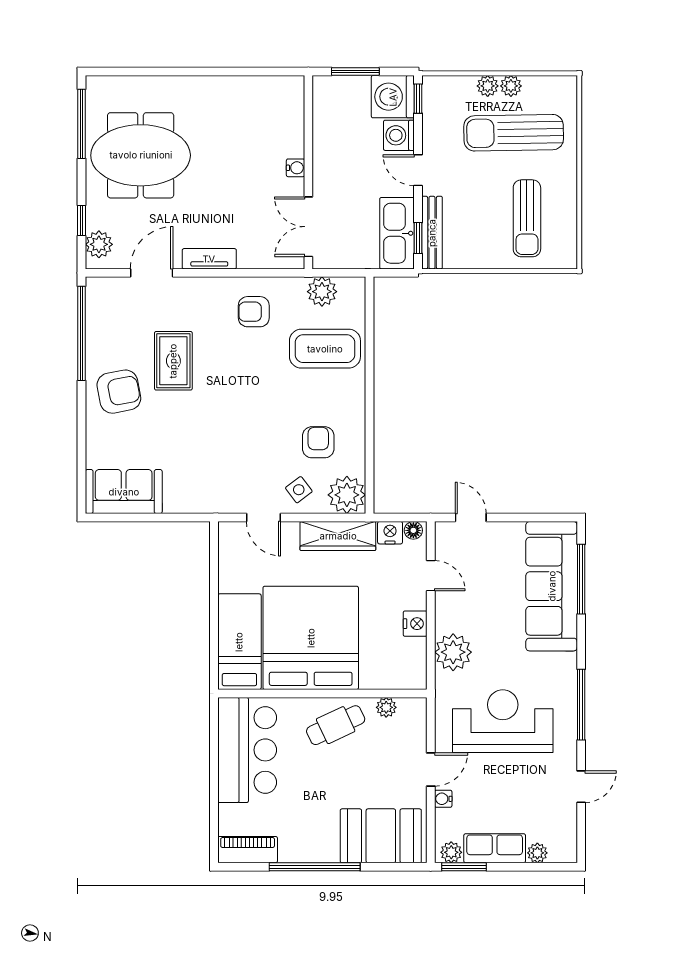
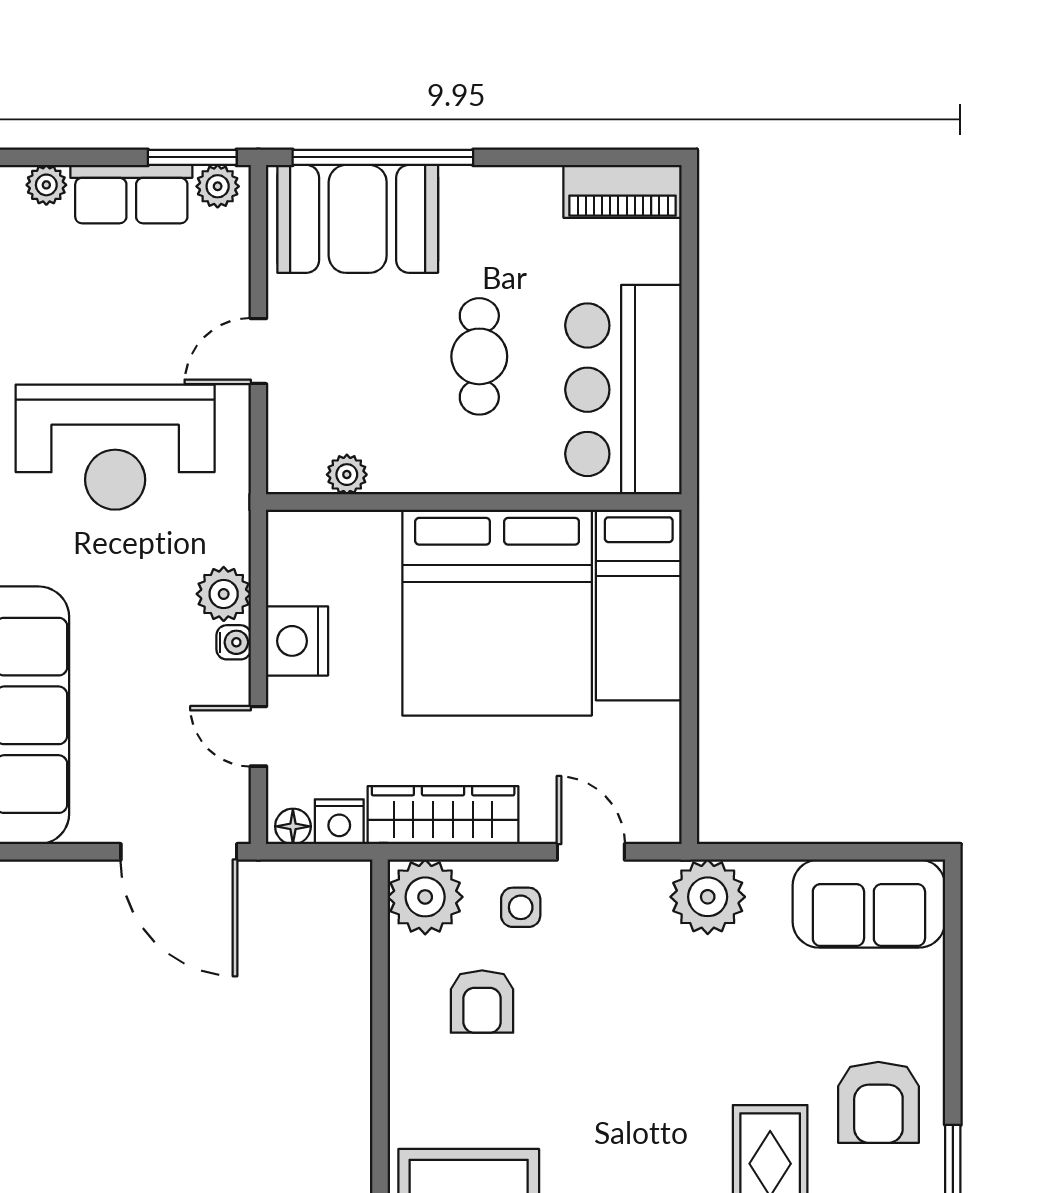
armchair: (119, 392) -> (878, 1102), turned -79
side table: (299, 490) -> (521, 907), turned 37
plant: (205, 495) -> (708, 897), added
door: (471, 518) -> (179, 852), width x1.88
nightstand: (415, 624) -> (297, 641), width x1.36, depth x1.33
plant: (453, 652) -> (224, 594), width x0.73, depth x0.73
cafe table: (336, 725) -> (479, 356), moved, turned -65
water cooler: (443, 799) -> (234, 642), moved
window: (315, 867) -> (383, 157), moved

